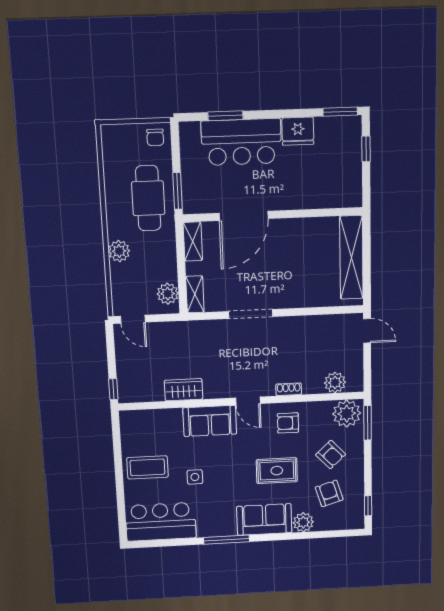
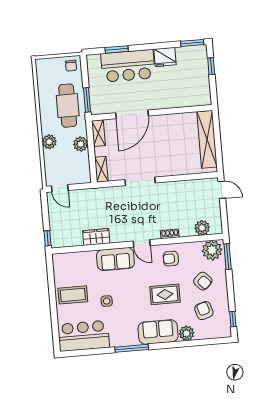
plant: (168, 294) -> (81, 144), moved

